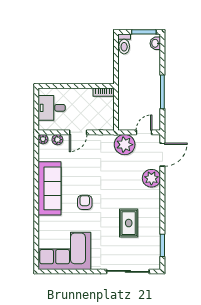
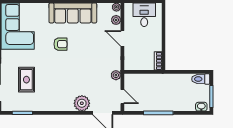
plant: (125, 145) -> (116, 75), width x0.53, depth x0.53
rug: (129, 223) -> (26, 80), moved, turned 90

